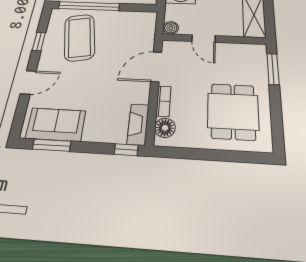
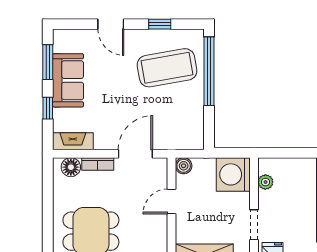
door: (156, 67) -> (135, 154), hinge flipped
sofa: (56, 124) -> (68, 80), moved
window: (126, 150) -> (48, 108), moved

